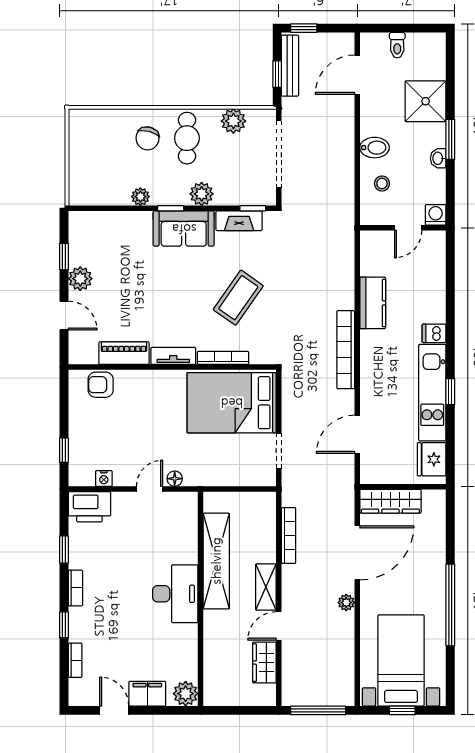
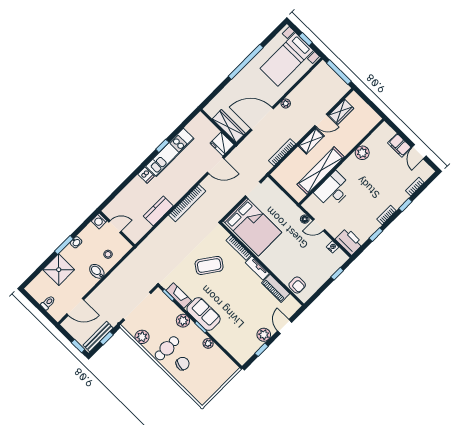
fridge: (432, 459) -> (222, 144), moved, turned 90
desk: (175, 594) -> (333, 190), moved
plant: (186, 694) -> (362, 153), moved

